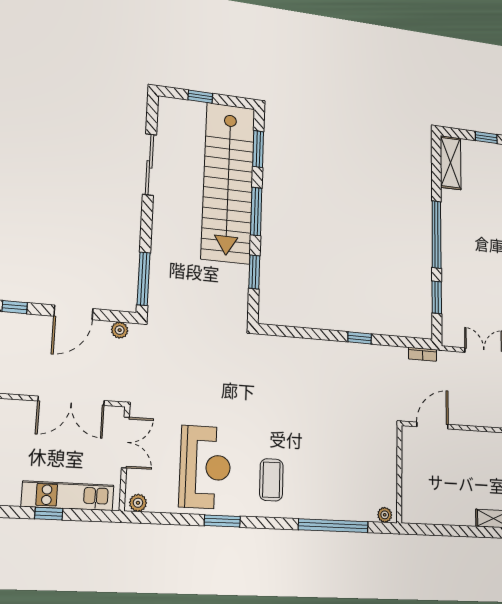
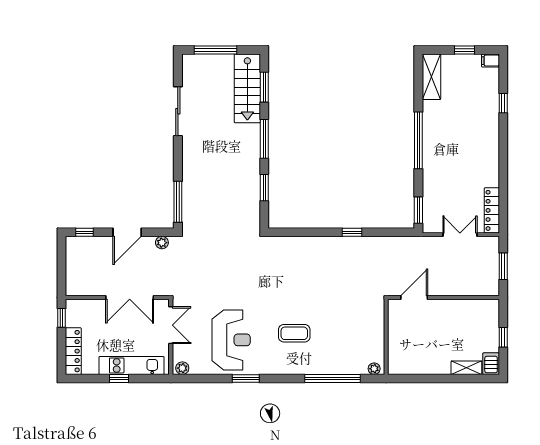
window: (200, 97) -> (216, 50), width x2.17
stairs: (228, 183) -> (247, 88), width x0.54, depth x0.66
window: (437, 297) -> (418, 210), moved
bookcase: (423, 354) -> (406, 241), removed
coffee table: (271, 480) -> (294, 333), moved, turned 90

